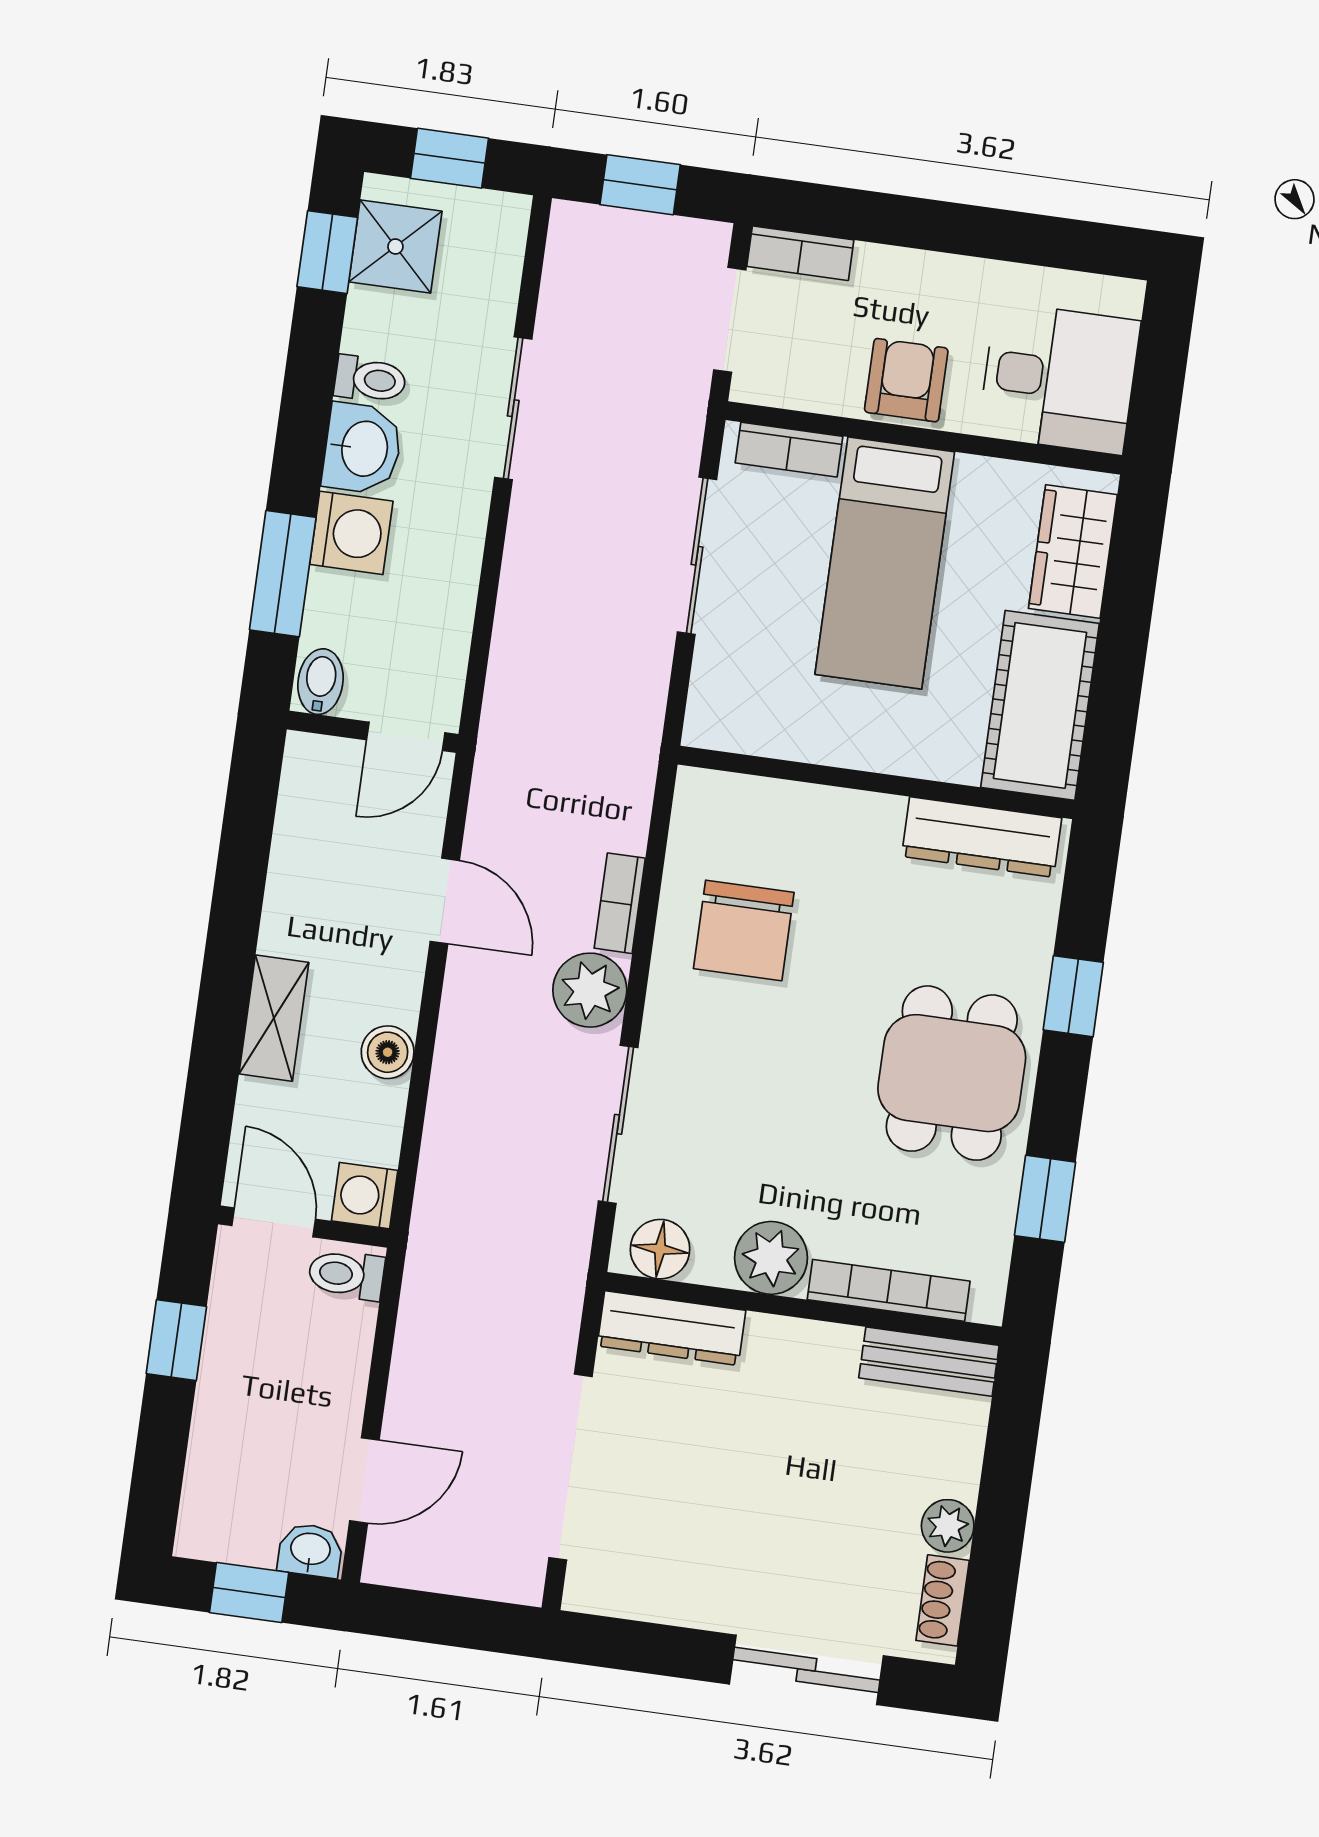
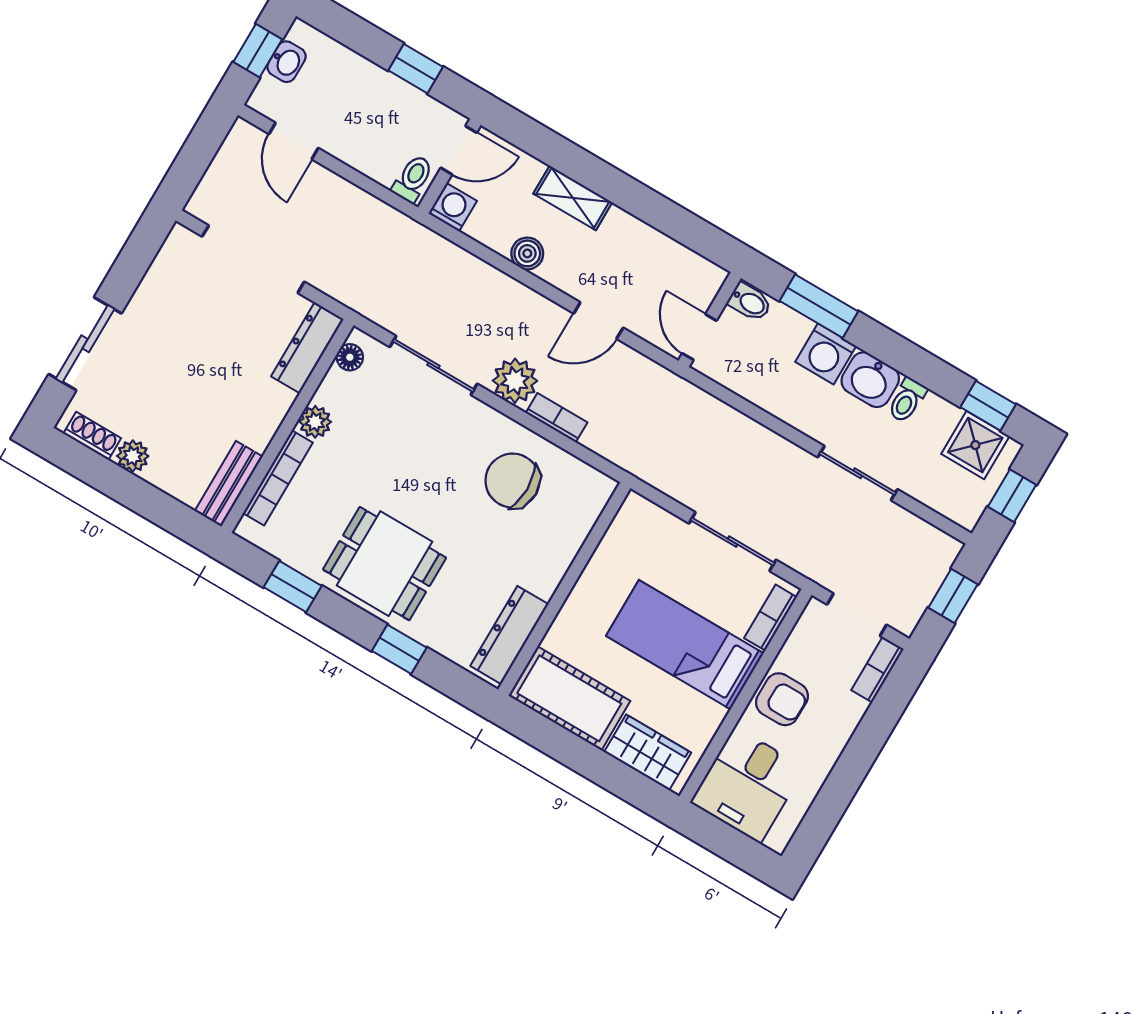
floor lamp: (660, 1249) -> (350, 357), width x0.73, depth x0.73
plant: (771, 1258) -> (315, 422), width x0.73, depth x0.73
washbasin: (310, 1550) -> (286, 62), moved

